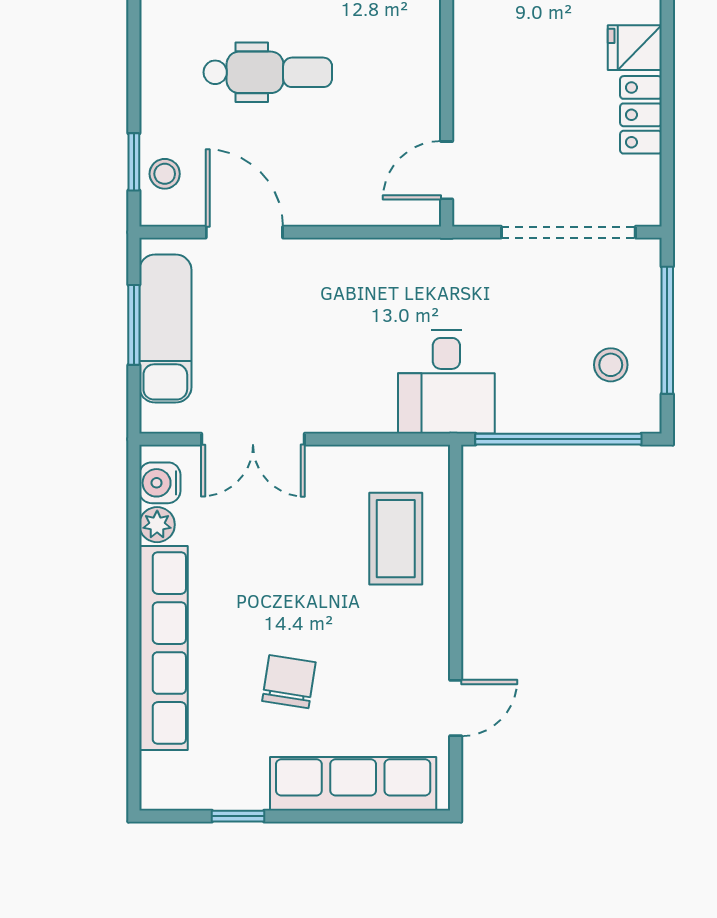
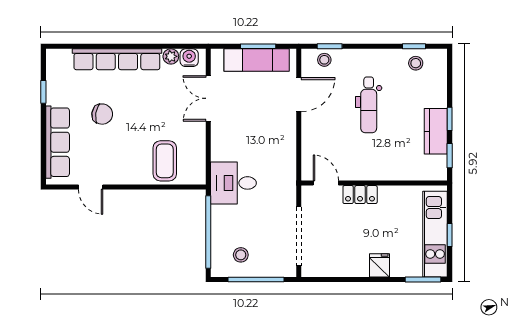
locker: (641, 115) -> (360, 195), moved, turned 180
coffee table: (396, 539) -> (165, 161), turned 90

